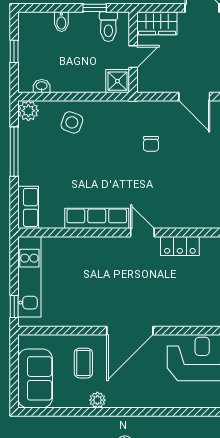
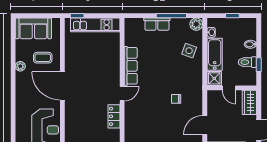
toilet: (108, 27) -> (247, 62), moved
bathtub: (78, 80) -> (215, 54), added
row of seats: (28, 207) -> (157, 24), moved

